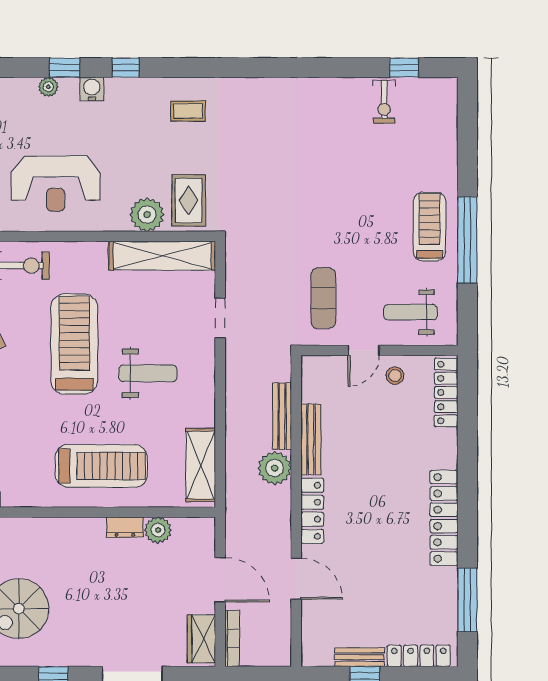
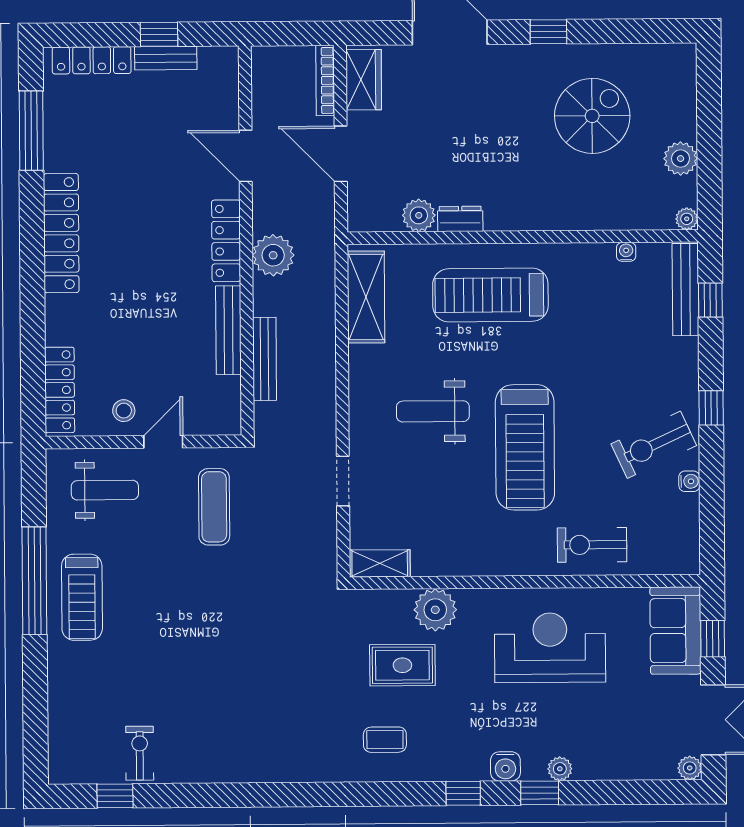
rug: (188, 200) -> (402, 665), moved, turned 90
shelving: (162, 256) -> (380, 563), width x0.45, depth x0.75
plant: (275, 468) -> (273, 255), moved

